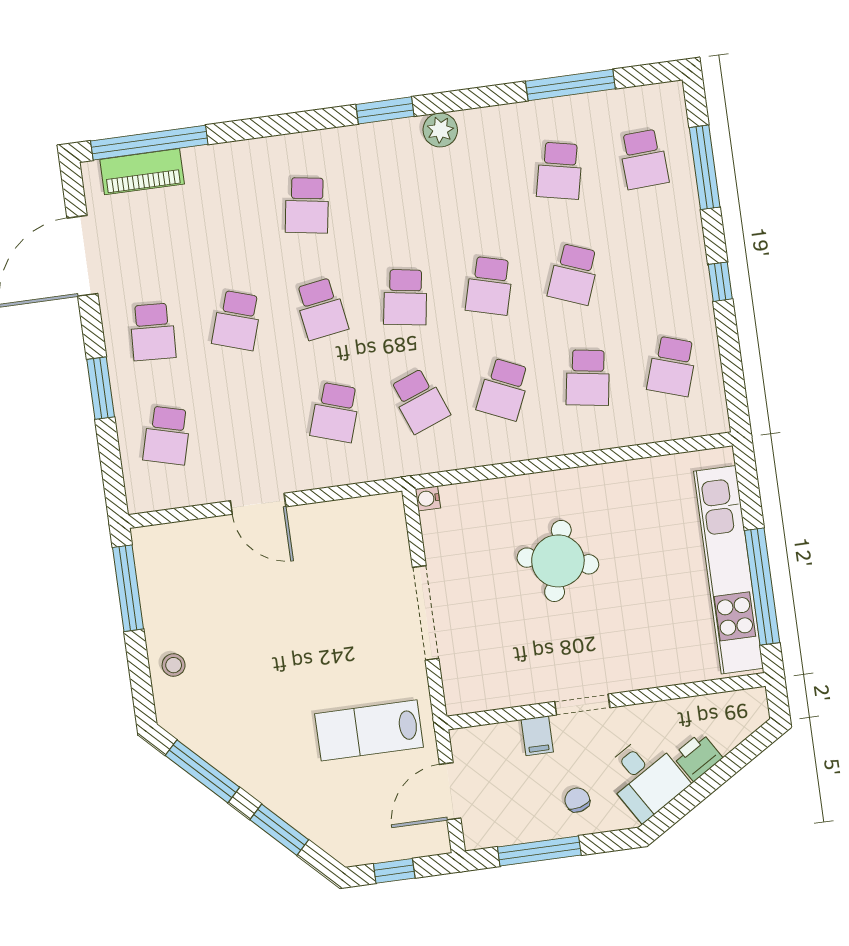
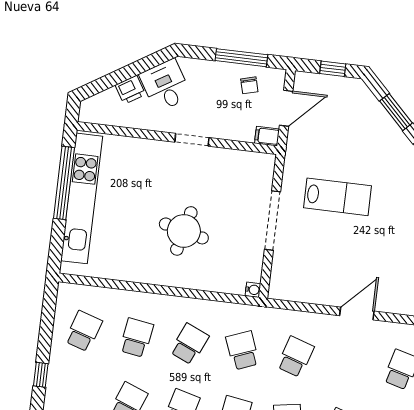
door: (258, 504) -> (357, 313), hinge flipped
lab bench: (369, 730) -> (337, 197), moved
filing cabinet: (537, 736) -> (267, 136), moved, turned -90
chair: (577, 800) -> (249, 85), moved

